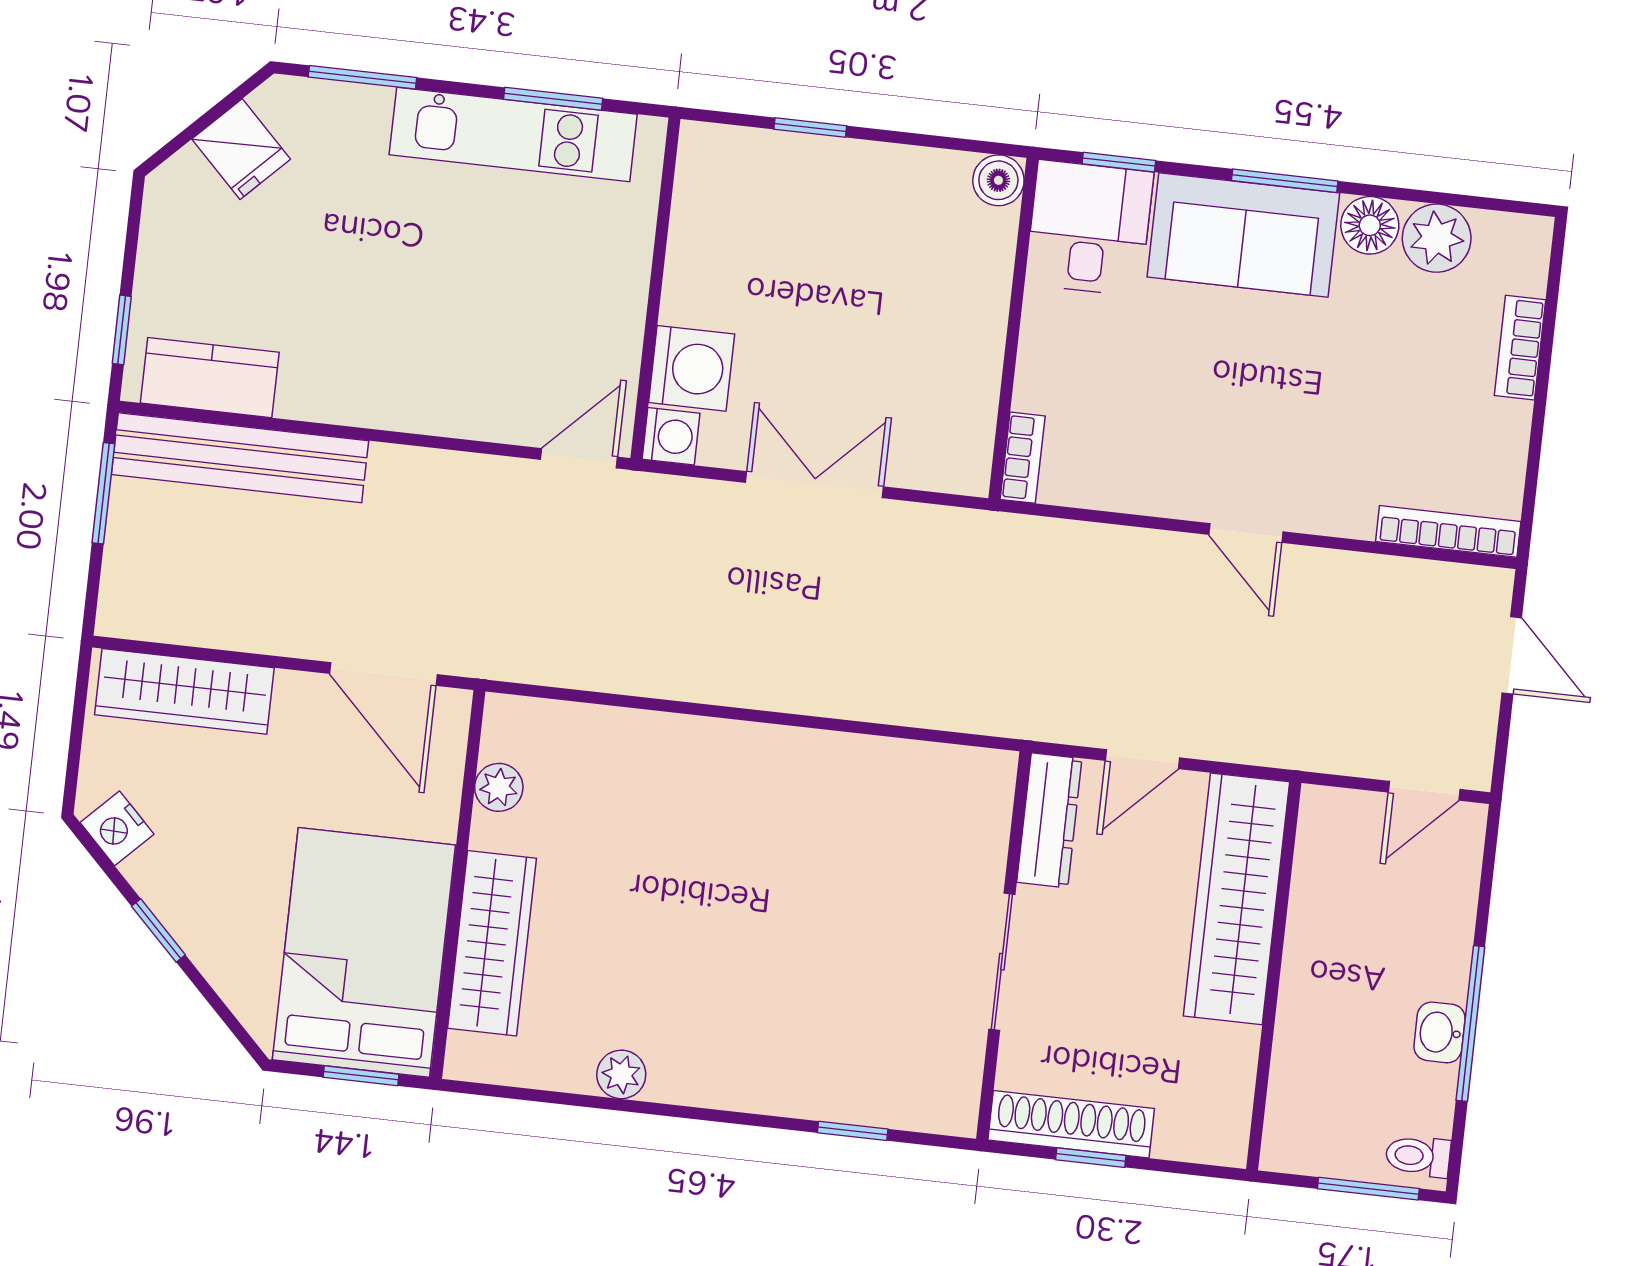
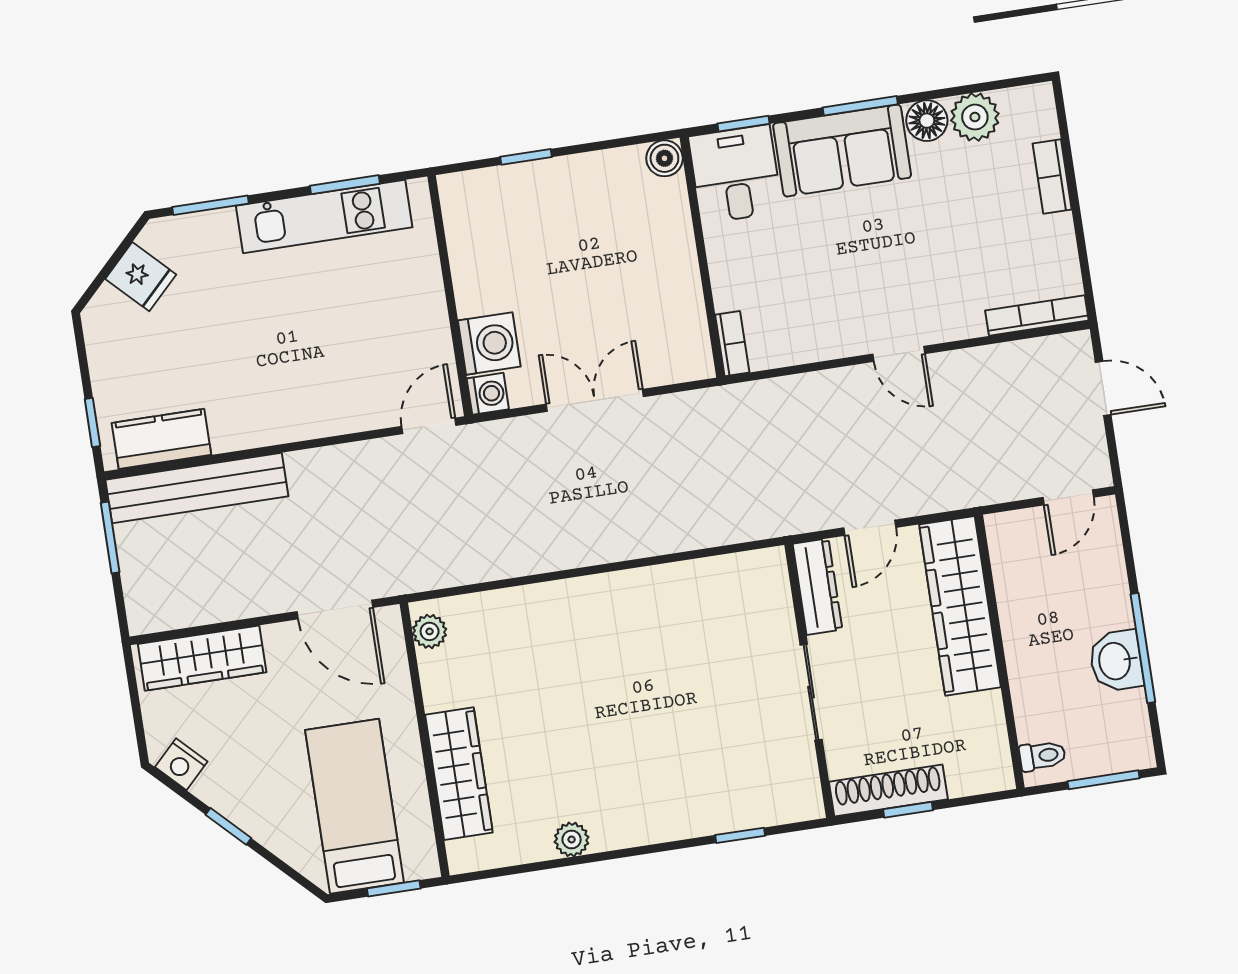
plant: (499, 787) -> (430, 631), moved
bed: (364, 952) -> (355, 806), width x0.67
washbasin: (1440, 1032) -> (1116, 661), width x1.38, depth x1.45
toilet: (1418, 1156) -> (1042, 756), moved, turned 180

